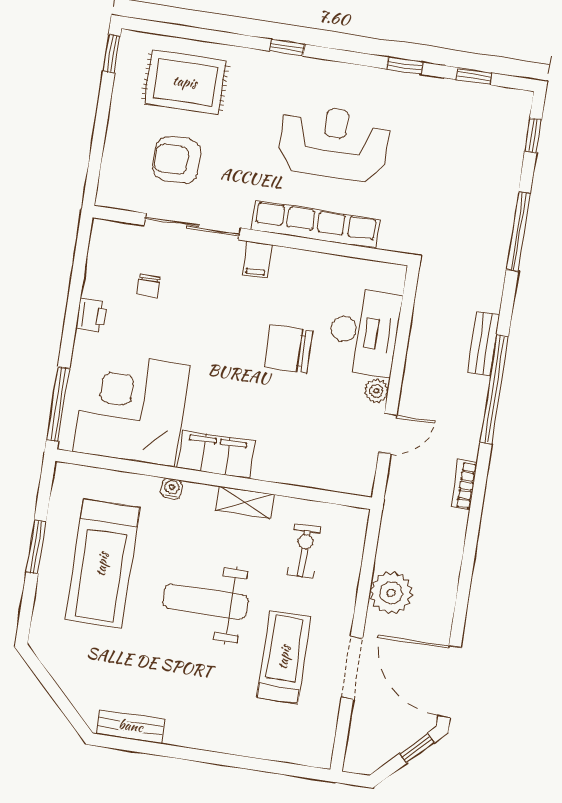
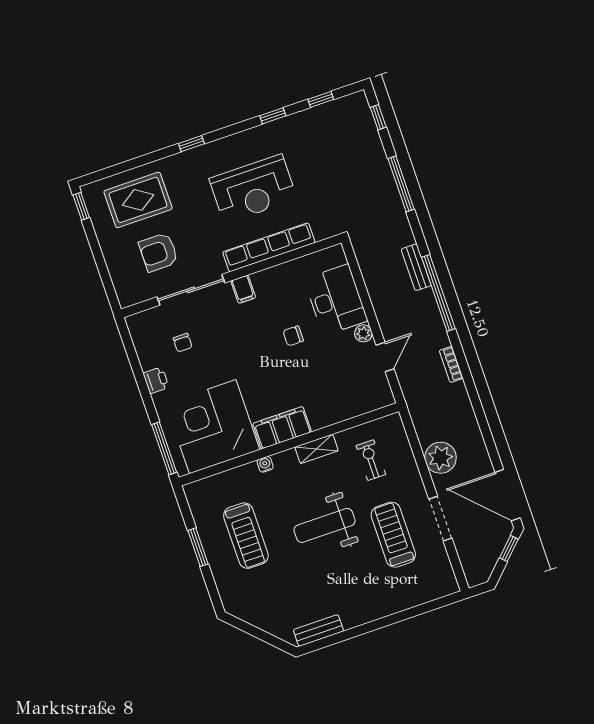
reception desk: (334, 143) -> (253, 189), turned 180
chair: (289, 349) -> (293, 336), width x0.54, depth x0.54
treadmill: (102, 564) -> (246, 536), width x0.73, depth x0.73

